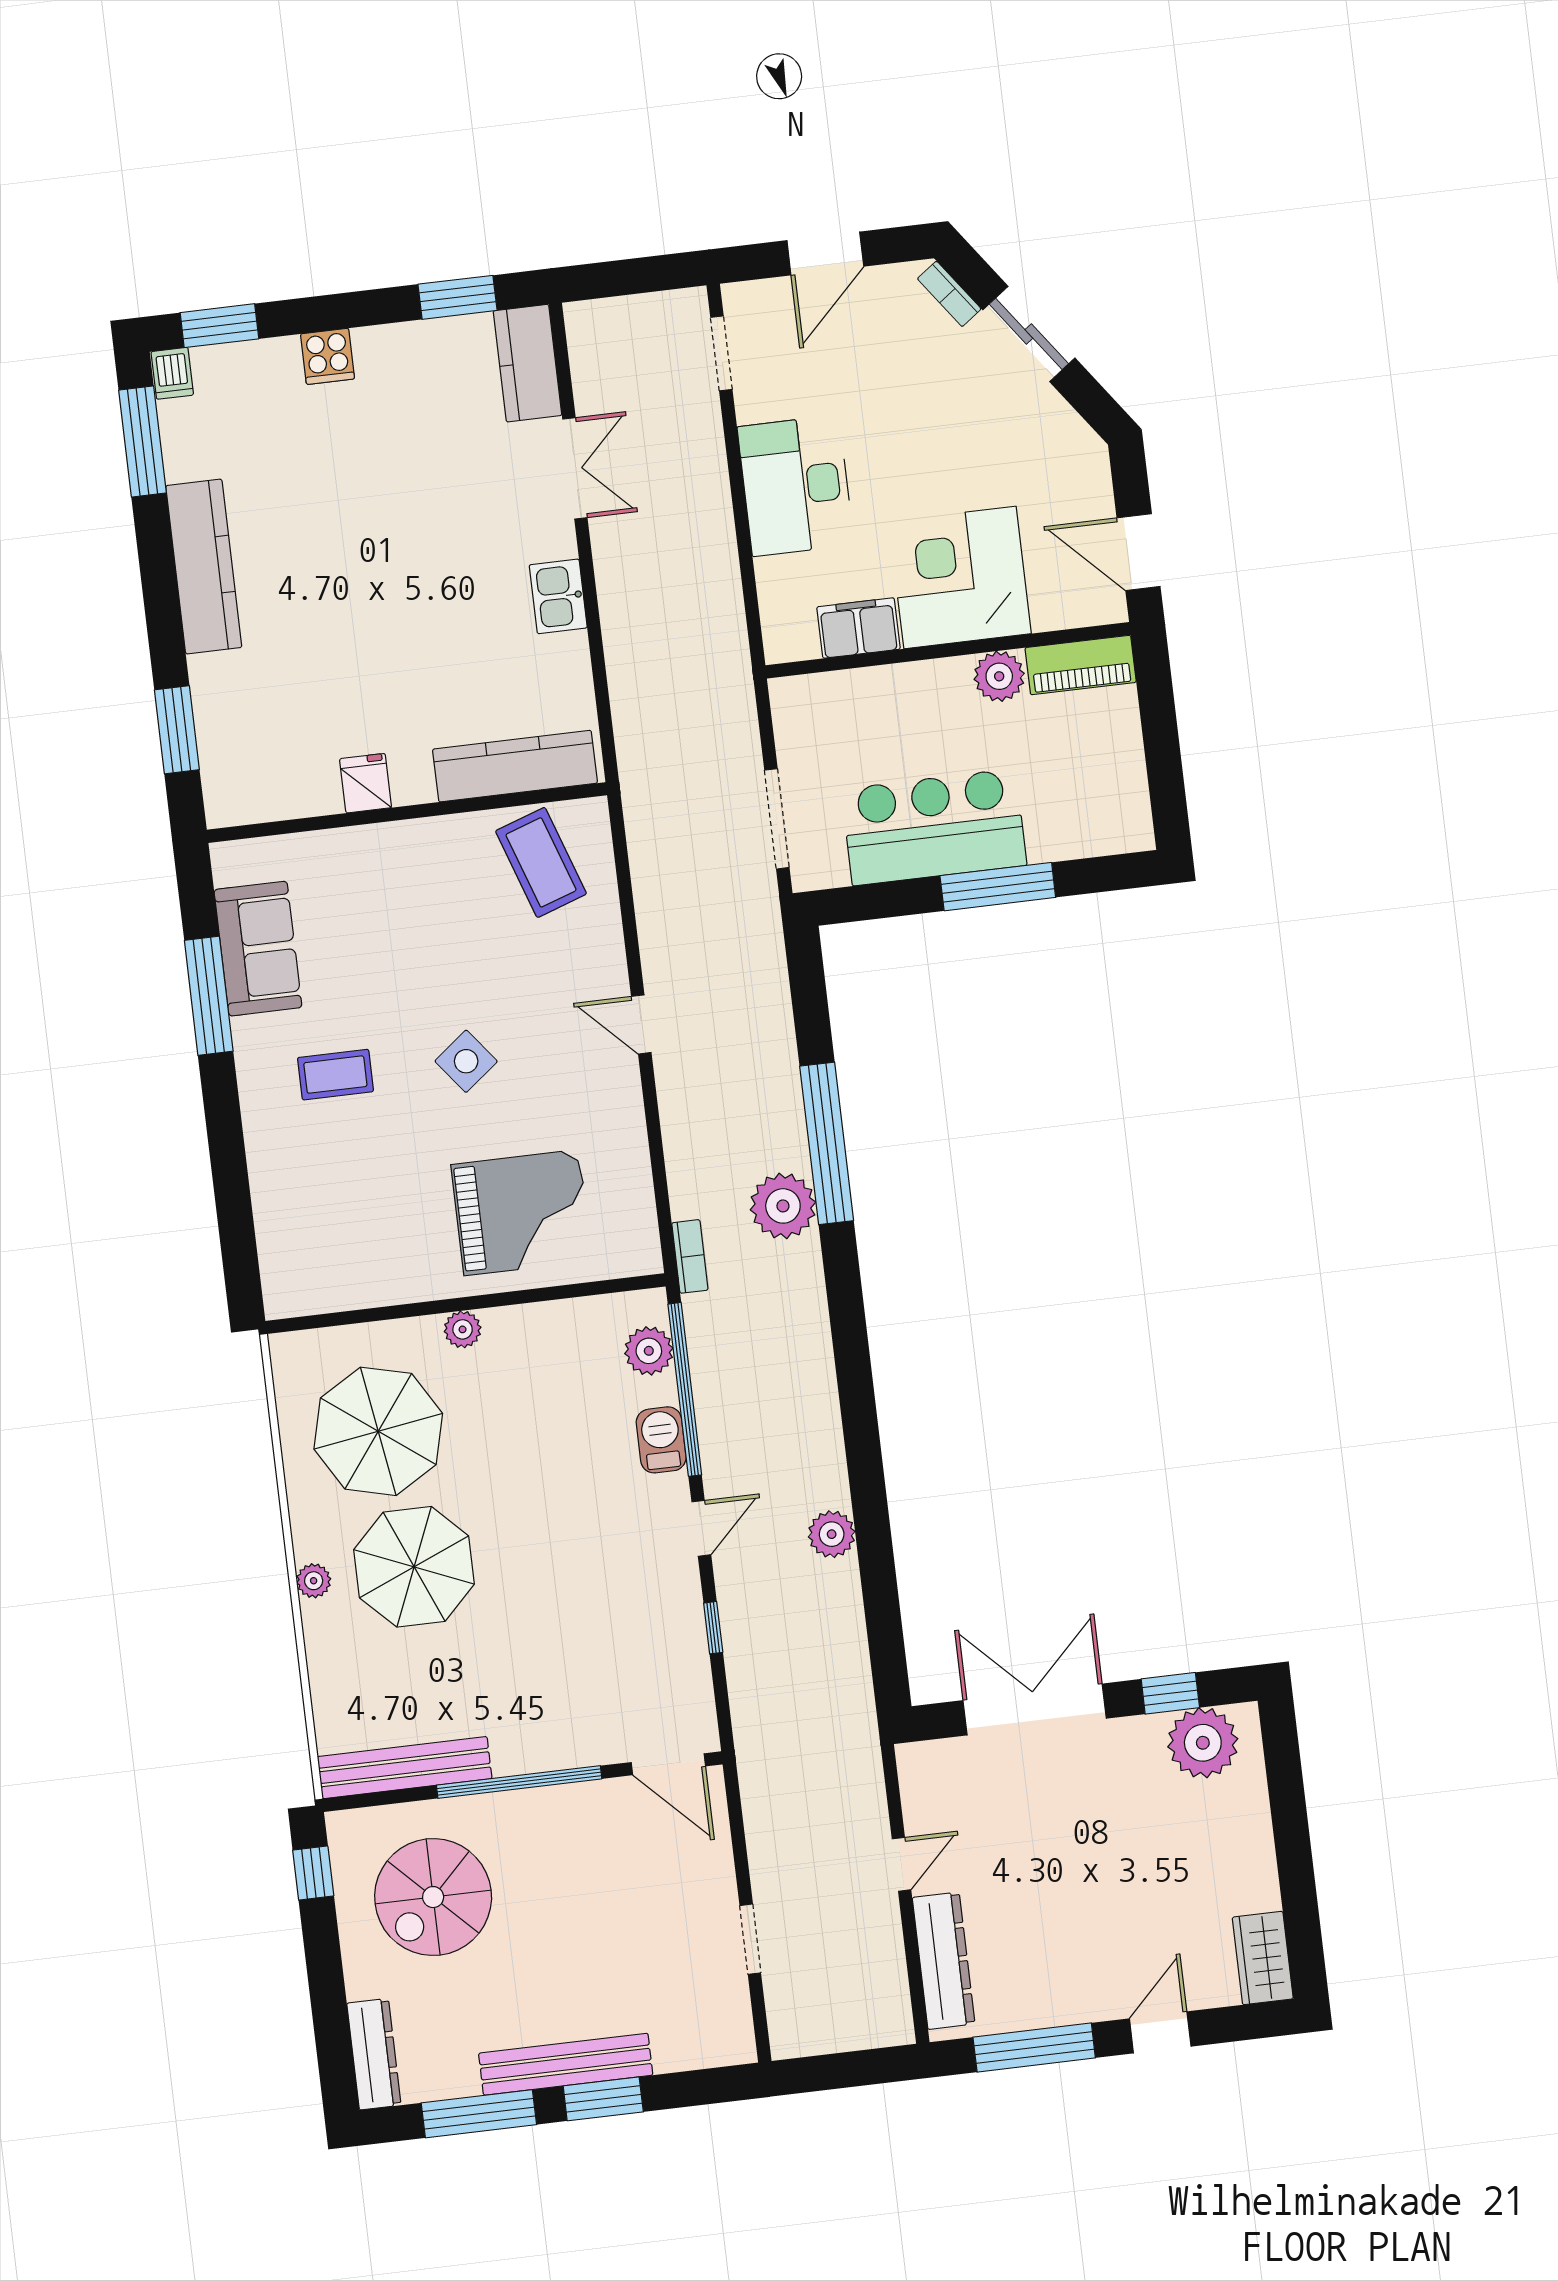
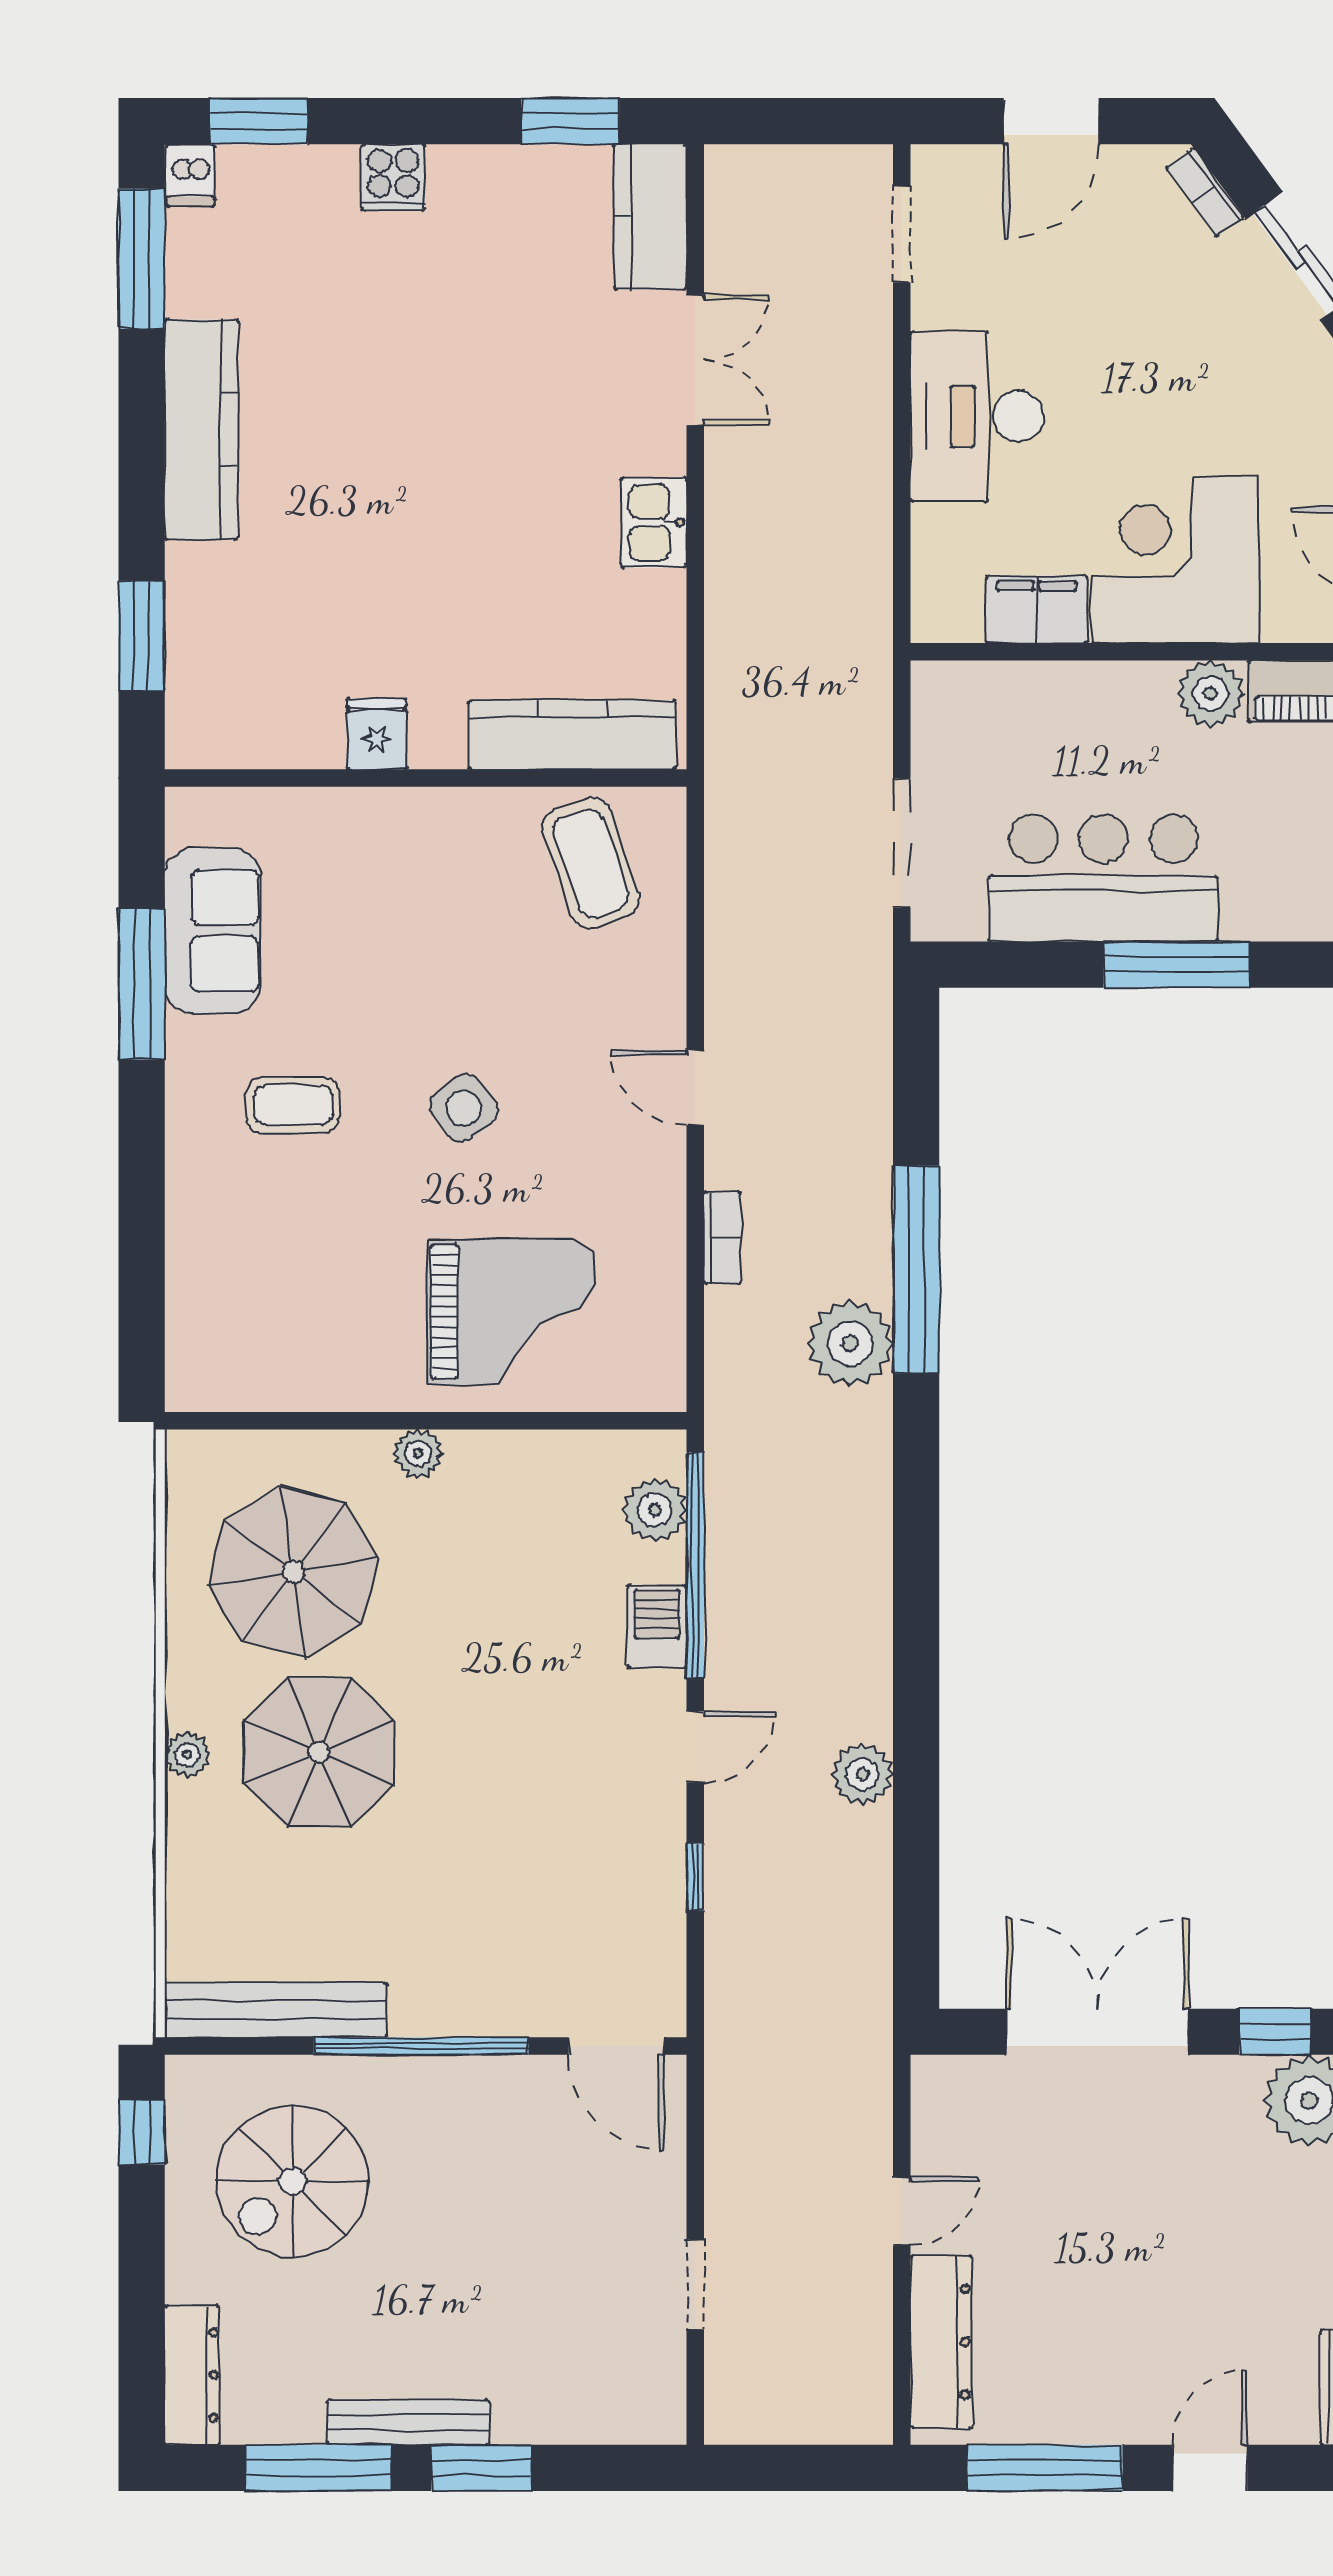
bookcase: (690, 1256) -> (722, 1238), moved
bench: (566, 2064) -> (408, 2422), width x0.73, depth x0.82

